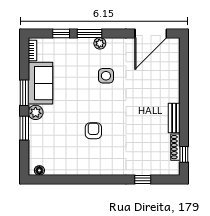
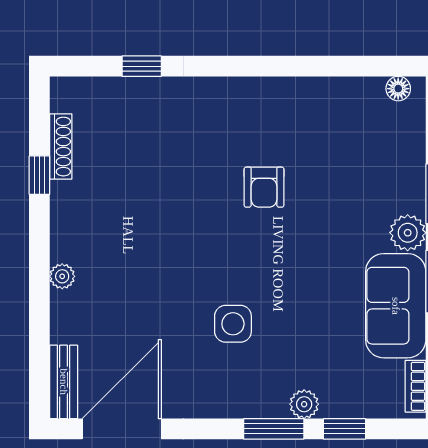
plant: (100, 43) -> (304, 404), moved
plant: (175, 95) -> (62, 276), added
bench: (174, 118) -> (64, 382), moved
window: (184, 154) -> (39, 175), moved

